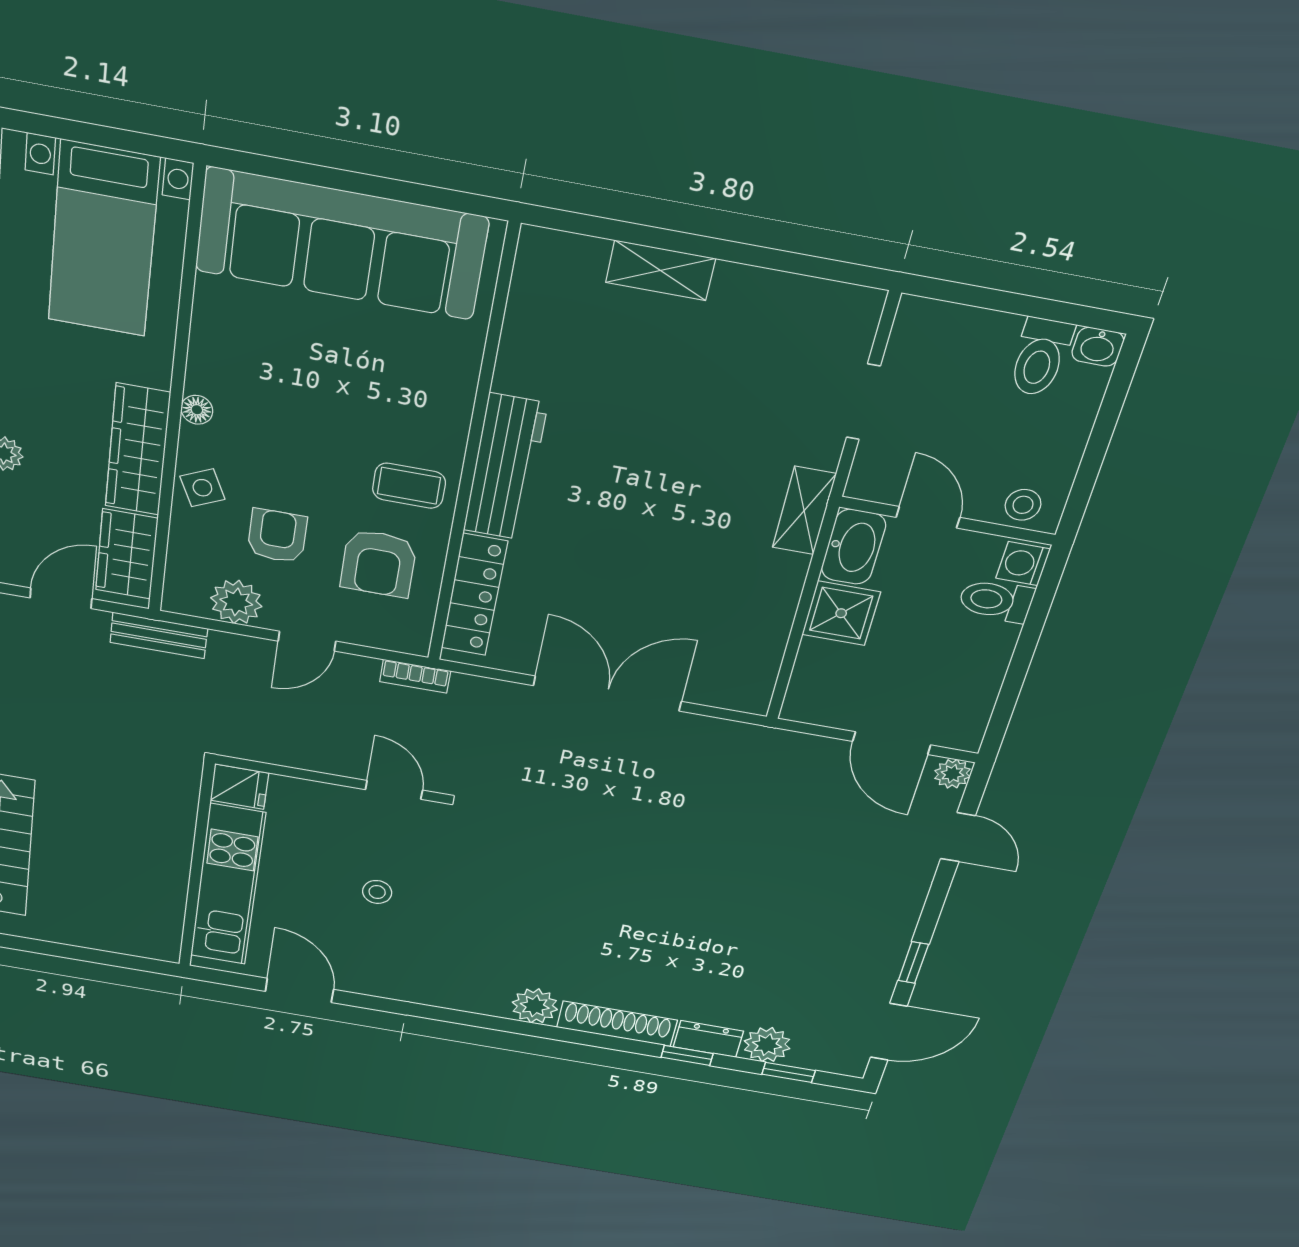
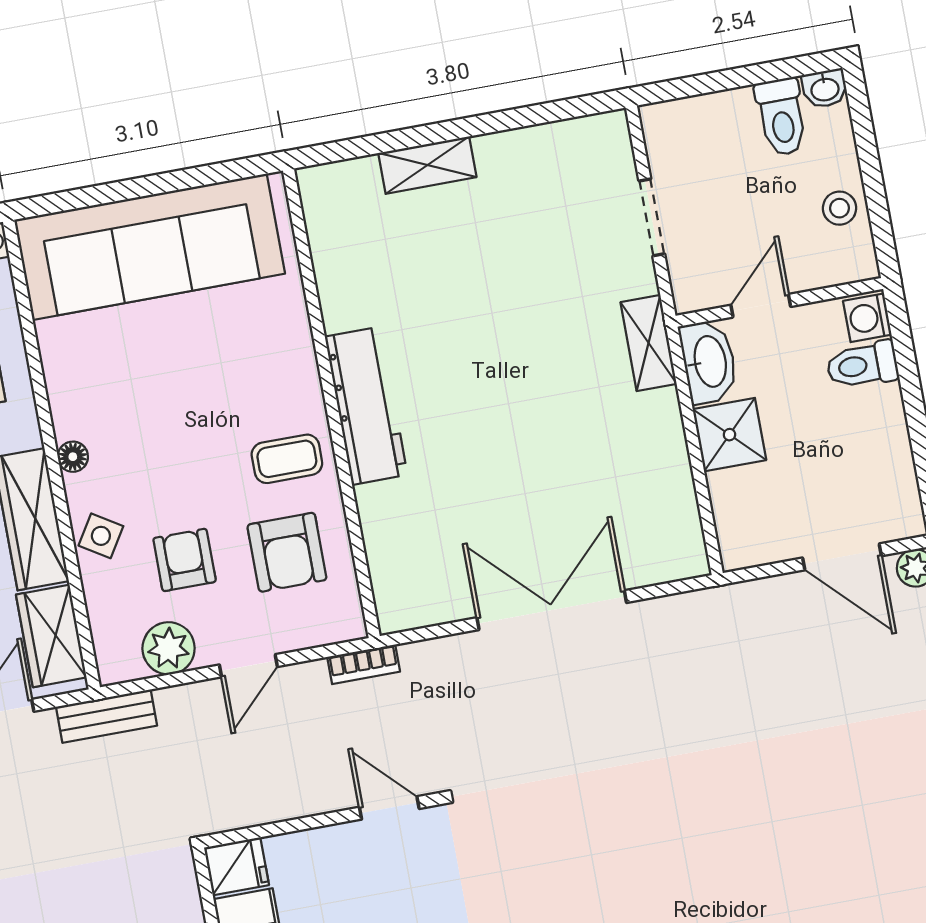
side table: (202, 488) -> (101, 536), turned -33
stool: (1023, 505) -> (839, 208), moved
door: (928, 517) -> (761, 306), hinge flipped
locker: (474, 595) -> (387, 551), removed

